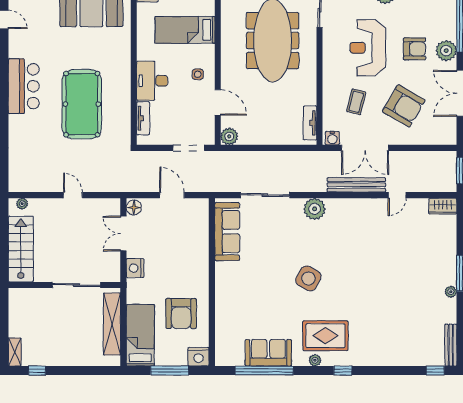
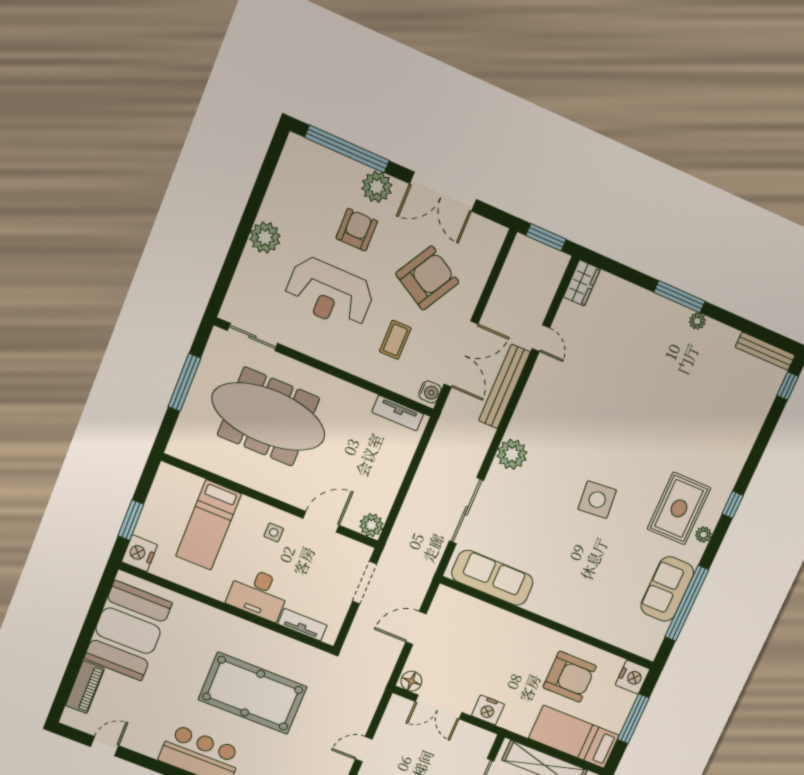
coffee table: (356, 102) -> (395, 340), turned 76
side table: (308, 278) -> (597, 500), turned -34

